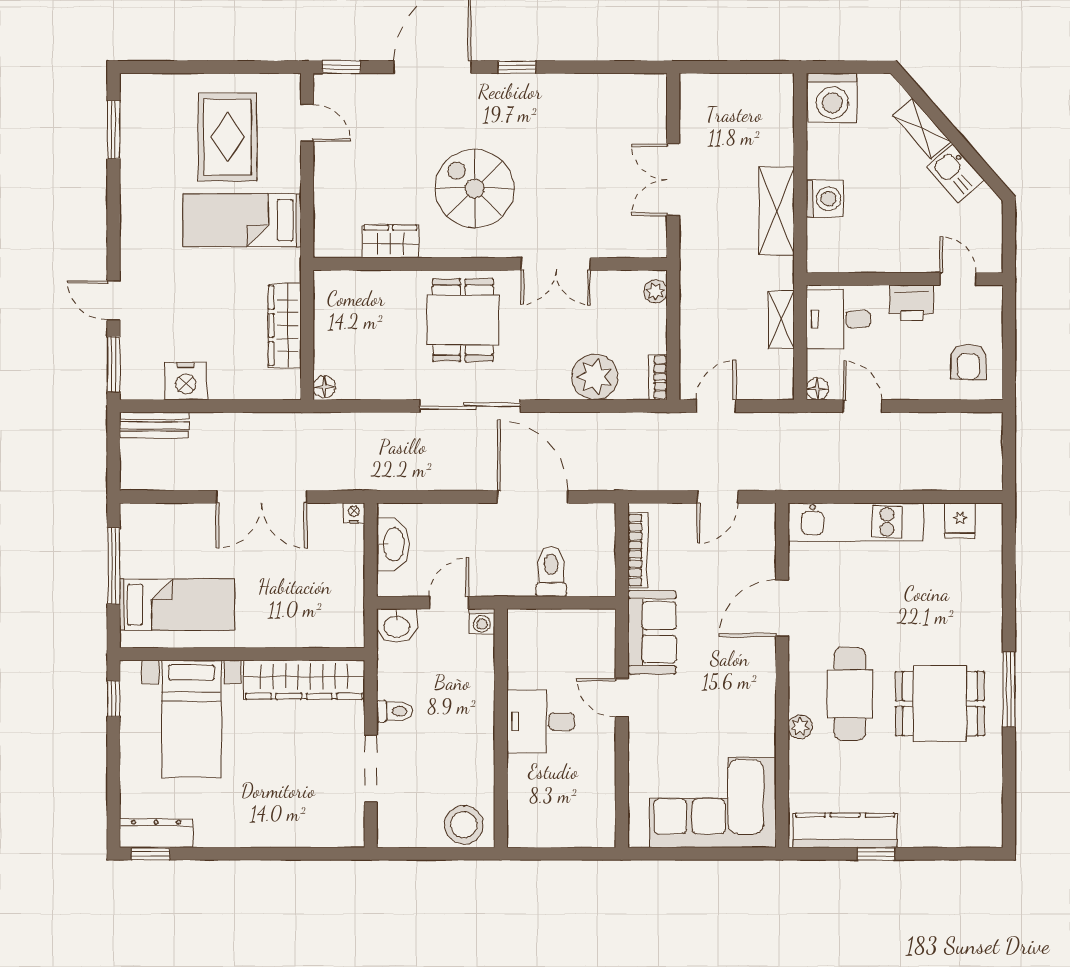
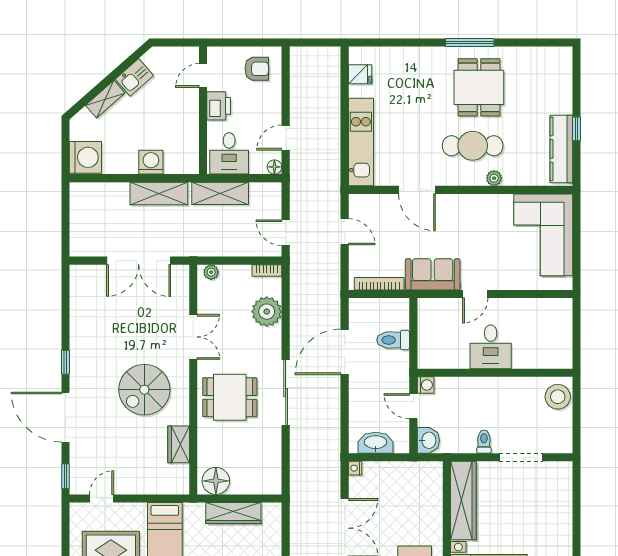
double door: (673, 180) -> (139, 261), width x1.37
shelving: (781, 320) -> (220, 193), width x1.50, depth x1.33
floor lamp: (324, 387) -> (216, 481), moved, width x1.89, depth x1.89

